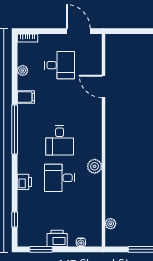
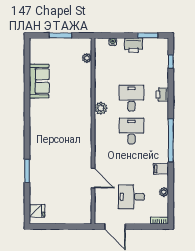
desk: (60, 178) -> (131, 98), turned -90

